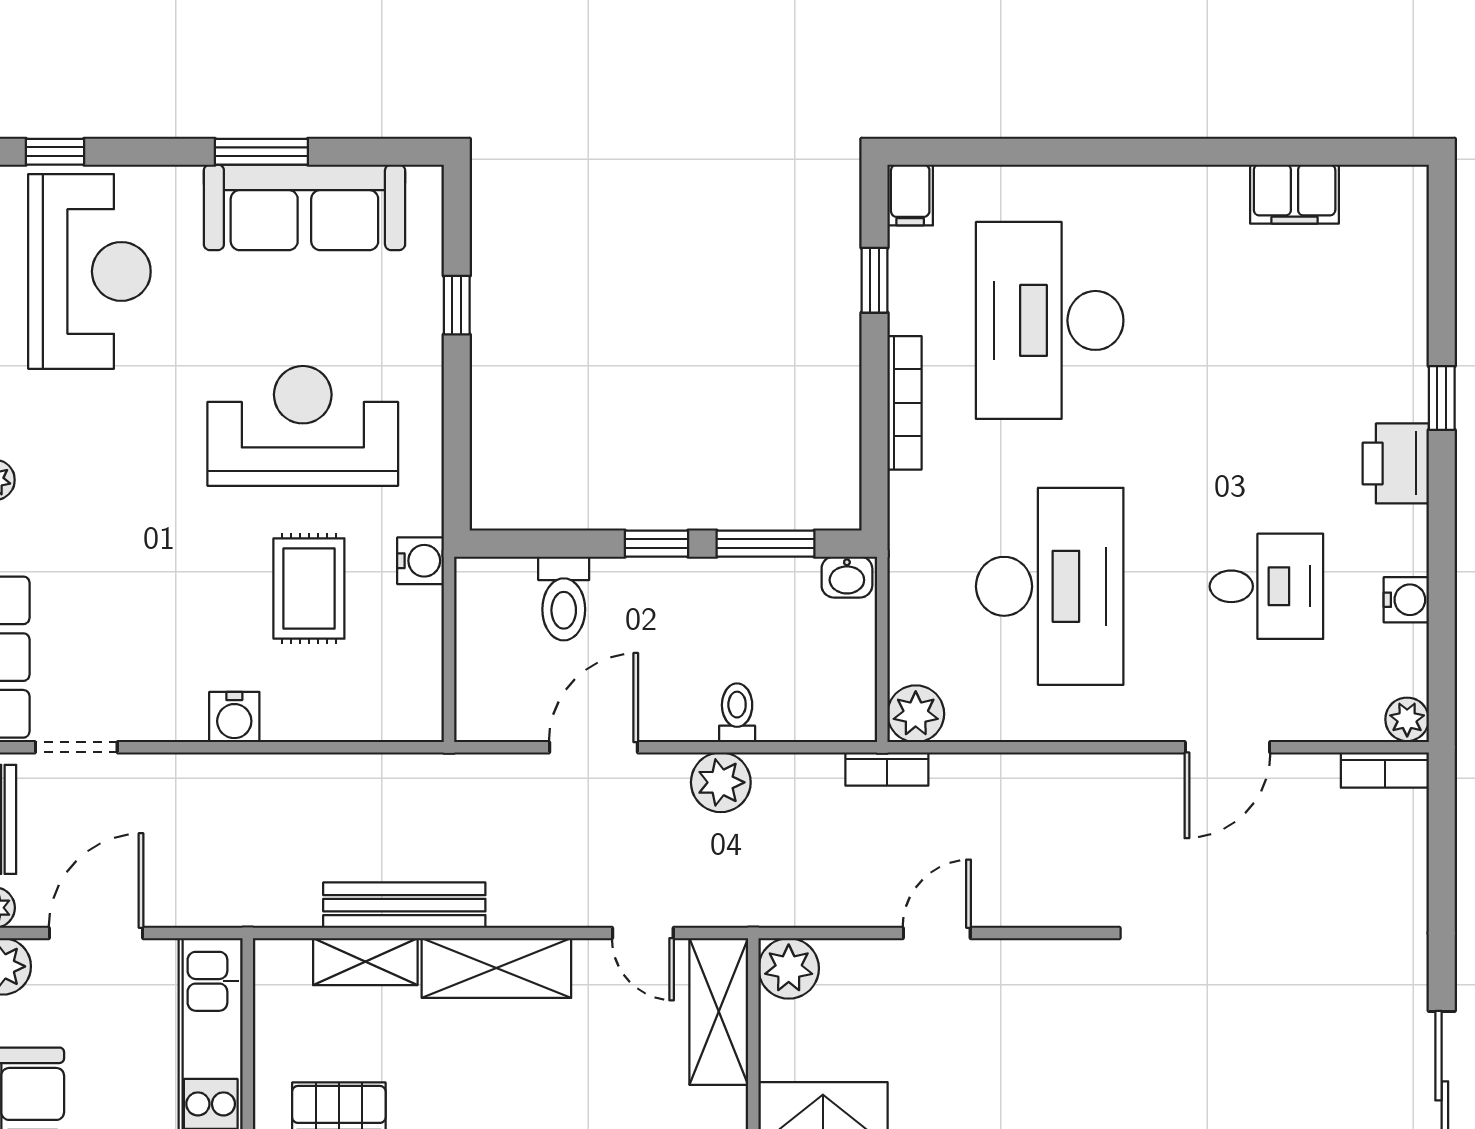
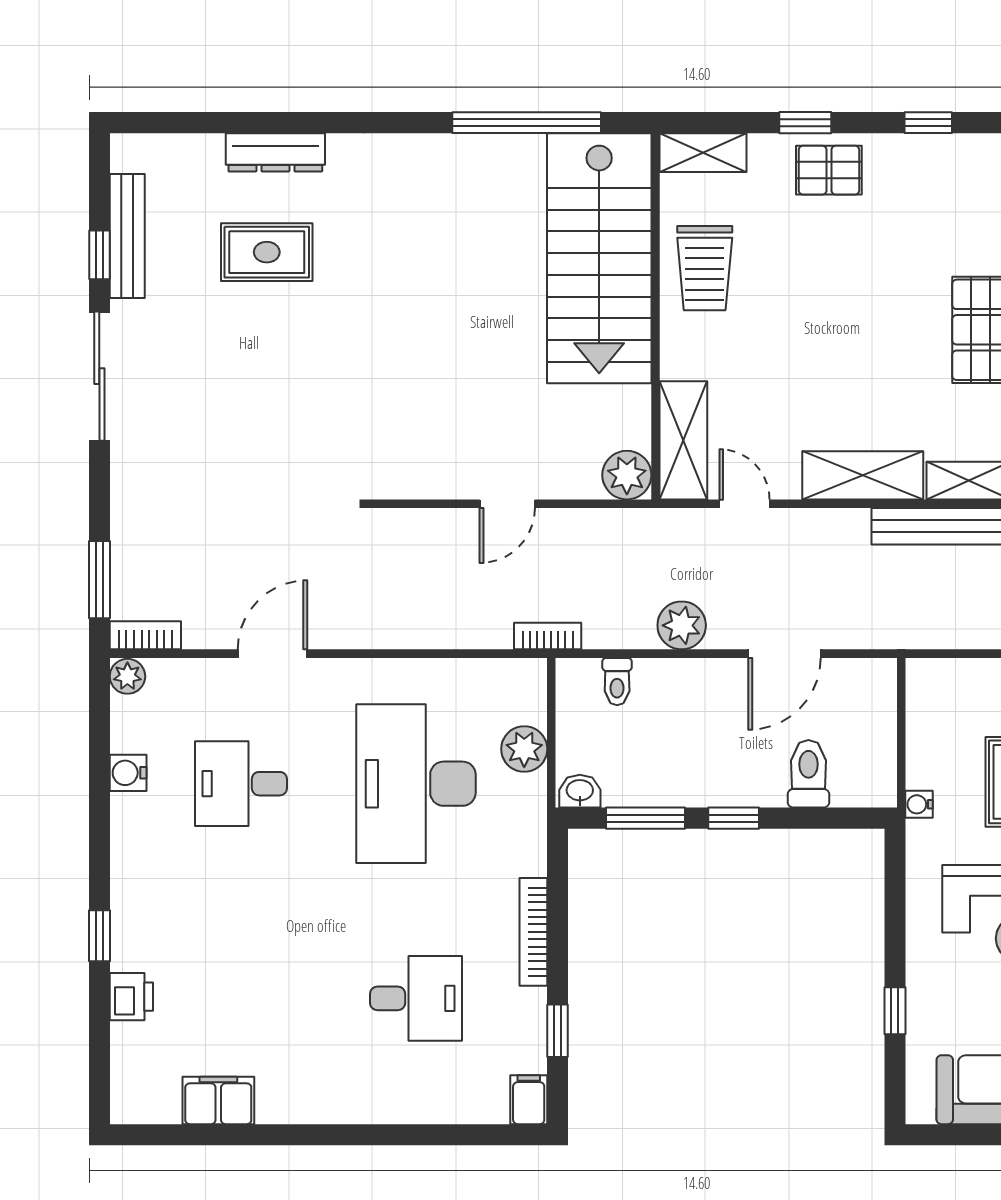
desk: (1050, 320) -> (416, 998), width x0.53, depth x0.77
printer: (1396, 463) -> (131, 997), moved, width x0.73, depth x0.81
water cooler: (420, 561) -> (919, 804), width x0.72, depth x0.72
toilet: (737, 713) -> (617, 682), moved
plant: (916, 714) -> (524, 749), moved
window: (1442, 839) -> (99, 580), added

